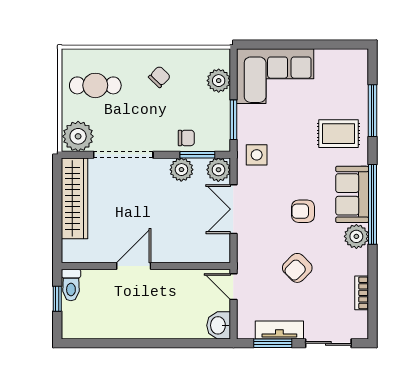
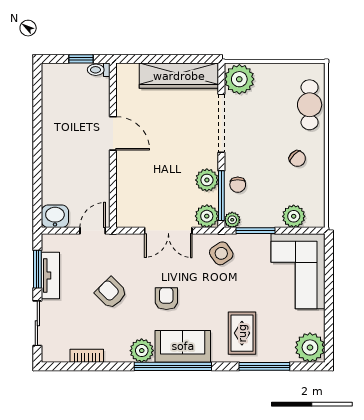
plant: (353, 64) -> (310, 347), added
cafe table: (95, 85) -> (310, 105), moved
plant: (222, 144) -> (232, 220), added
window: (197, 155) -> (221, 196), width x1.44
side table: (257, 155) -> (221, 253), turned -35
double door: (233, 209) -> (168, 231), swing flipped
toilet: (71, 285) -> (99, 70), width x0.73, depth x0.72

